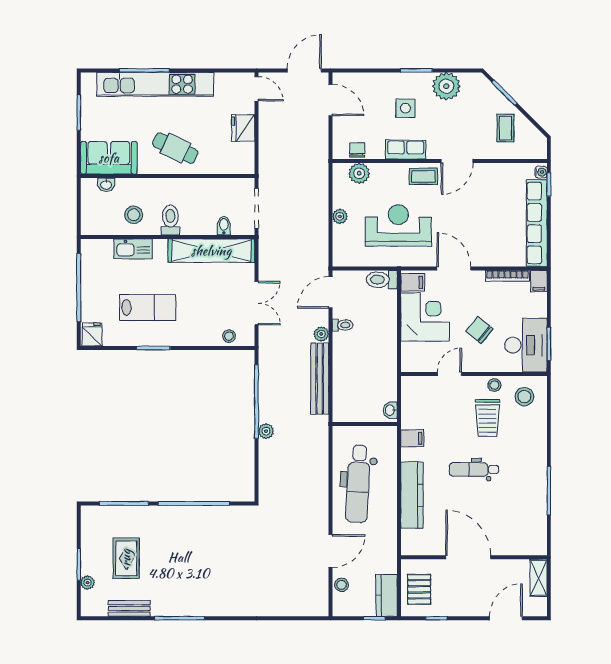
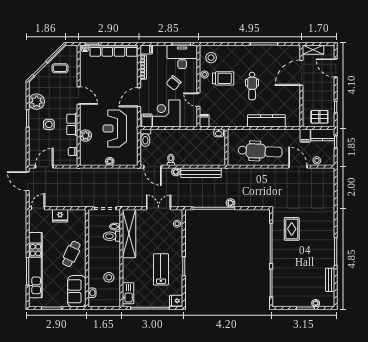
plant: (359, 173) -> (86, 136), moved
coffee table: (423, 176) -> (87, 114), removed
toilet: (170, 220) -> (112, 236), moved
kitchen sink: (133, 249) -> (128, 293), moved
filing cabinet: (412, 438) -> (204, 121), moved
door: (468, 557) -> (301, 73), moved
rug: (126, 558) -> (292, 229), moved, turned 90
filing cabinet: (385, 564) -> (305, 136), added

